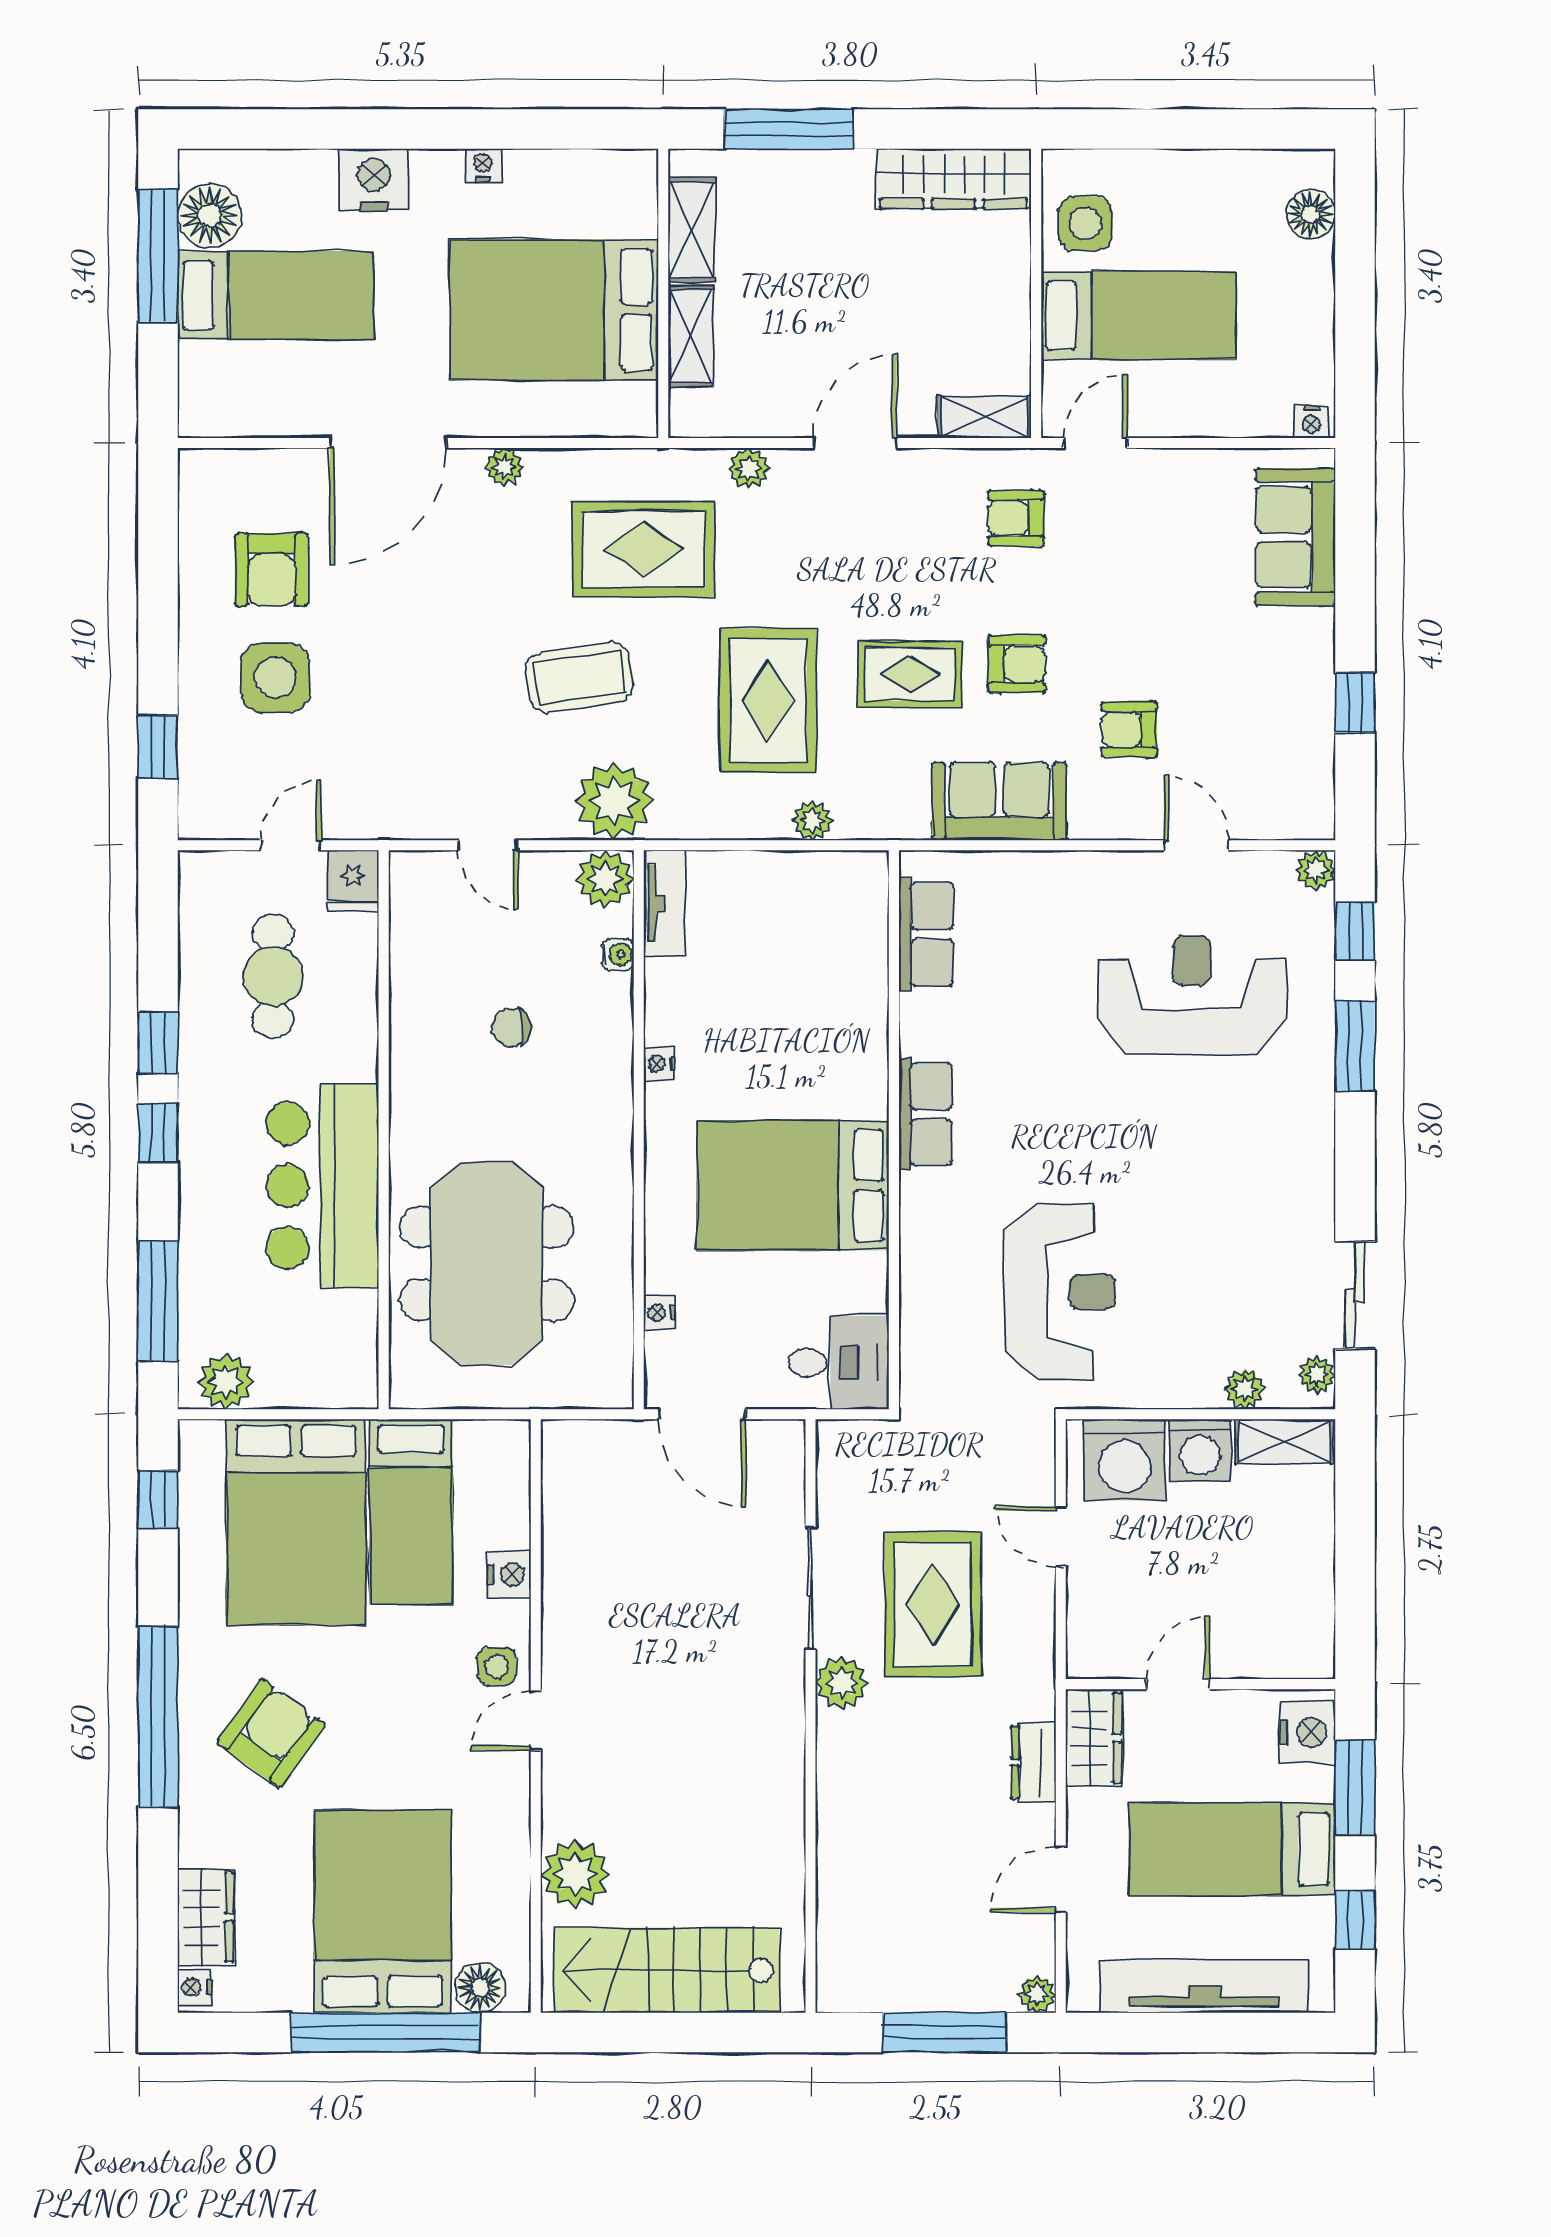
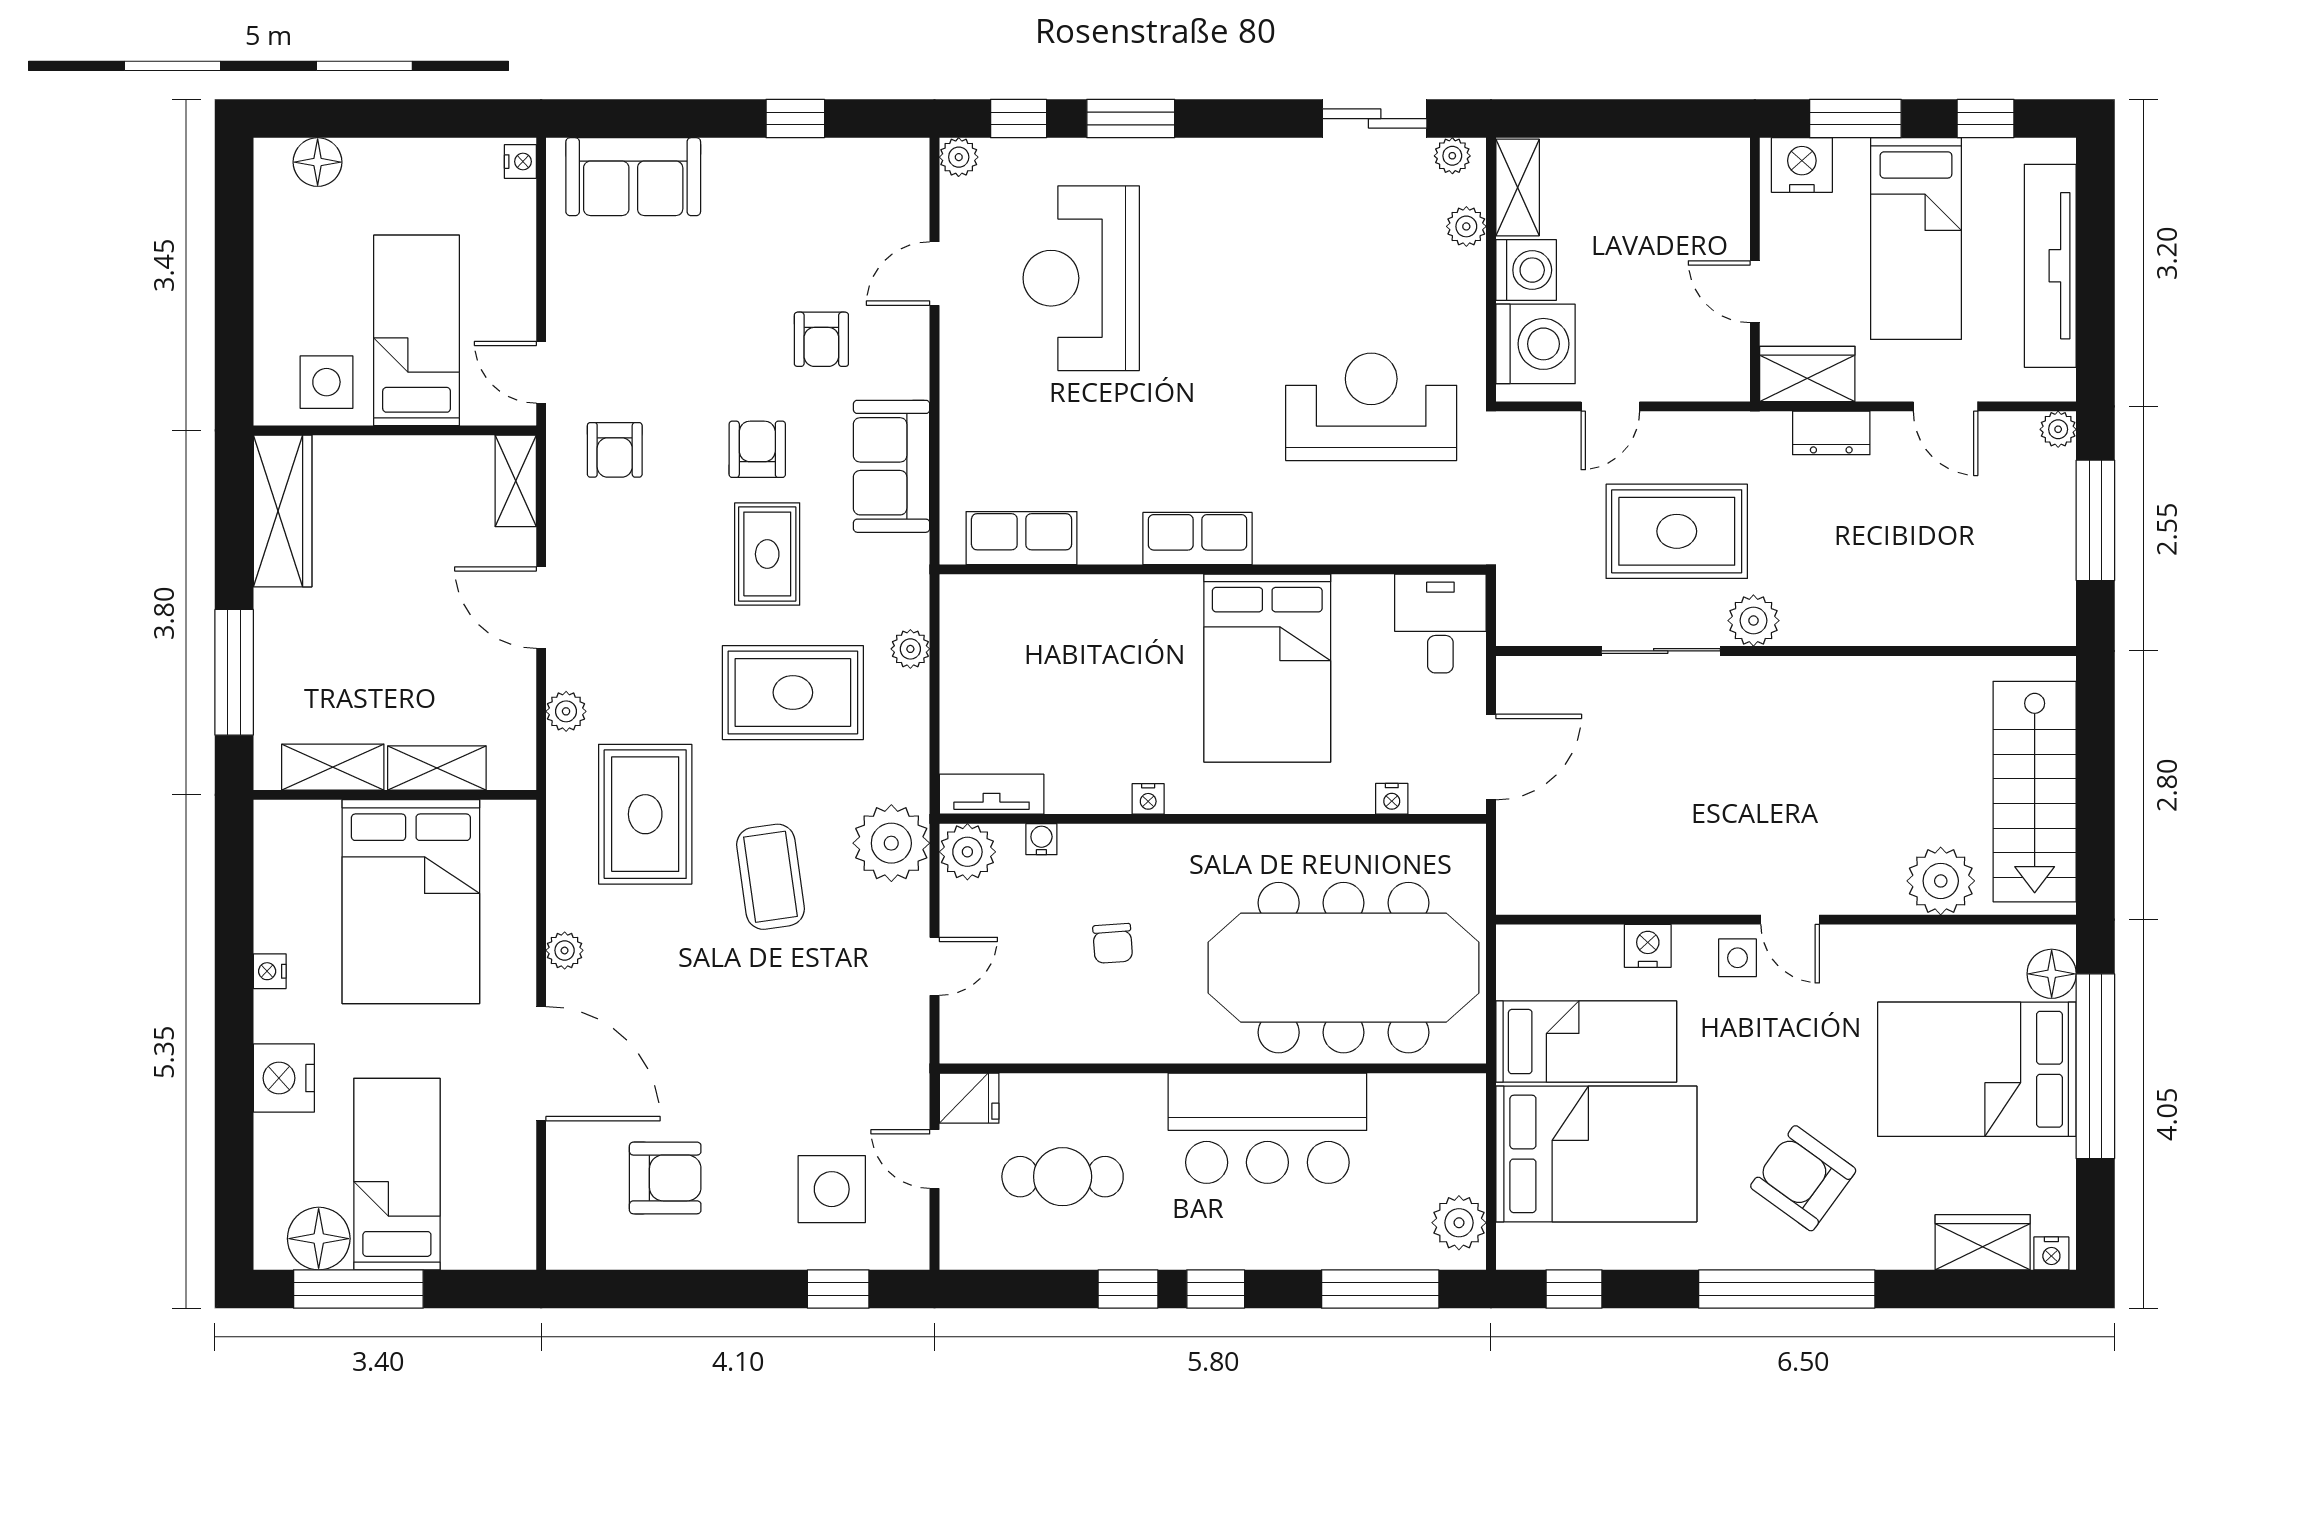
side table: (275, 678) -> (832, 1189), moved
meeting table: (487, 1264) -> (1344, 968), width x1.36

